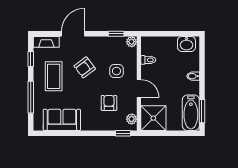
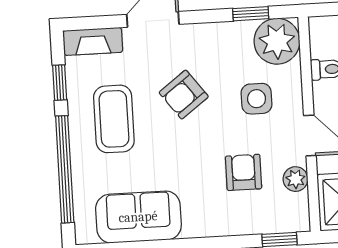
plant: (132, 42) -> (277, 41), width x1.88, depth x1.88
window: (31, 97) -> (65, 169), width x1.46
plant: (132, 119) -> (295, 179), moved

